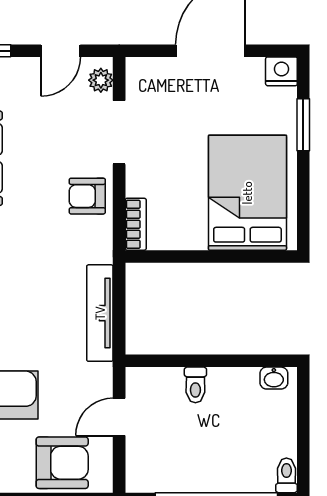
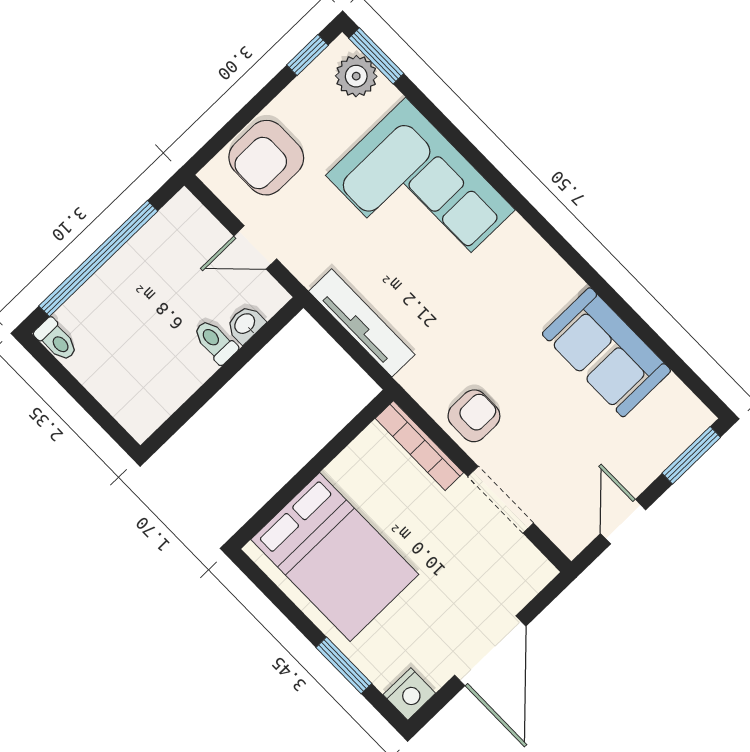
plant: (101, 80) -> (562, 530), removed
bookcase: (136, 224) -> (419, 446), width x1.56
washbasin: (274, 378) -> (245, 324), moved
door: (119, 417) -> (255, 247), swing flipped

